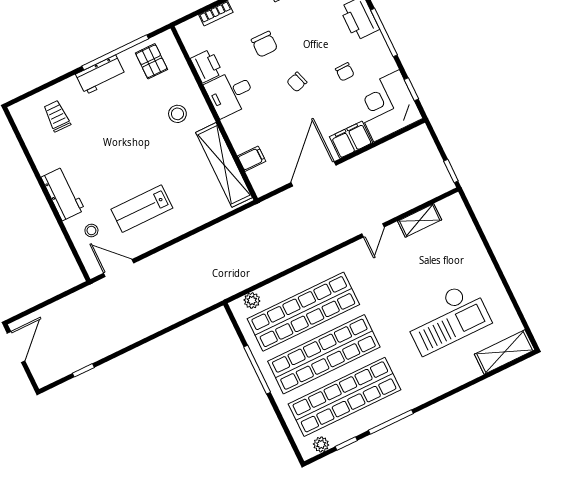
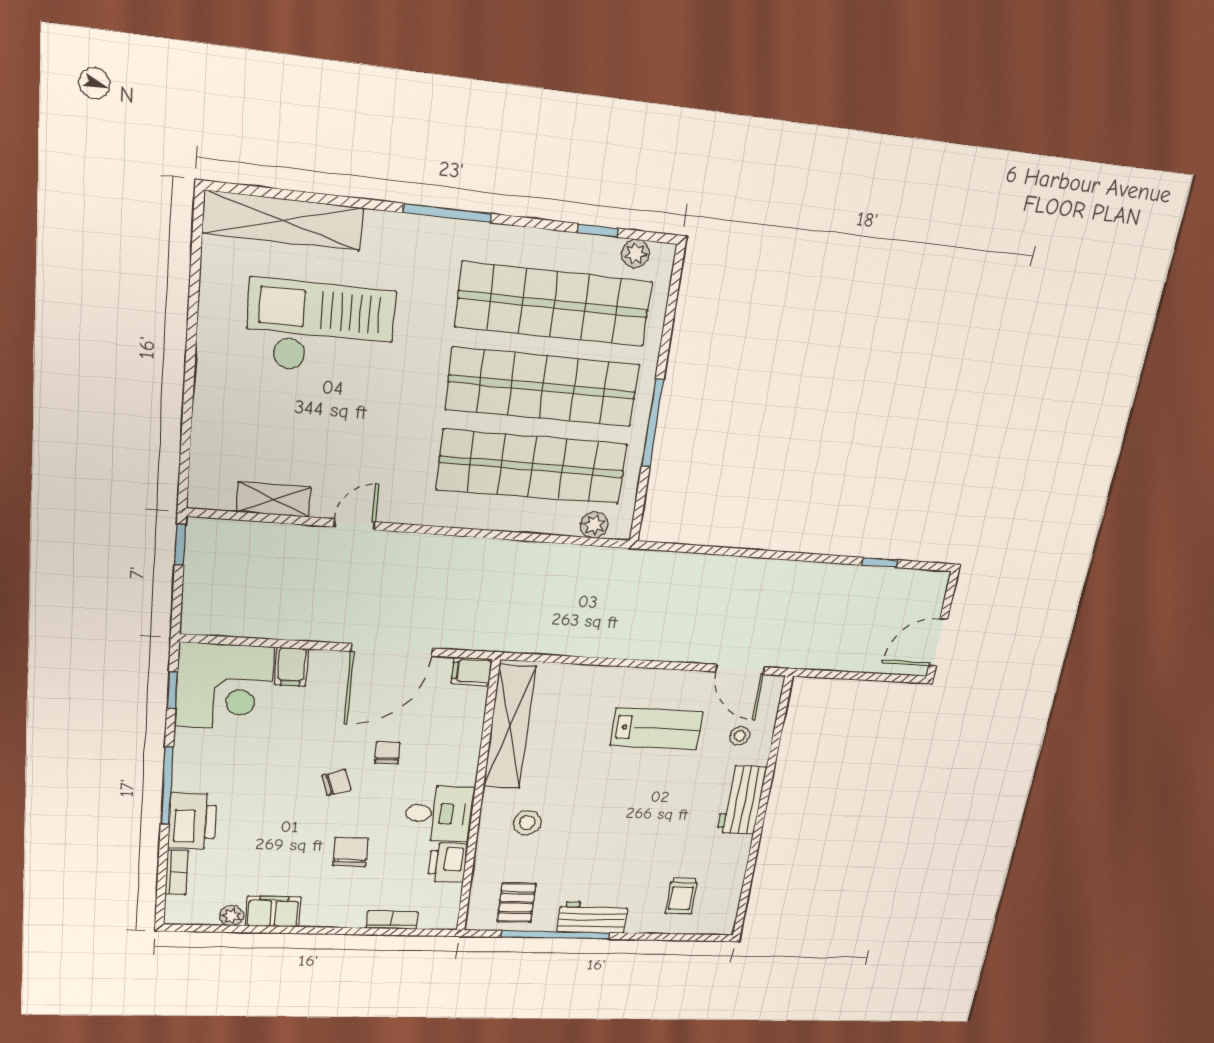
chair: (345, 72) -> (387, 753), moved
filing cabinet: (351, 140) -> (291, 667), width x0.50
filing cabinet: (252, 159) -> (472, 671), moved
shelving: (505, 352) -> (283, 220), width x1.47
window: (391, 422) -> (447, 213), moved

